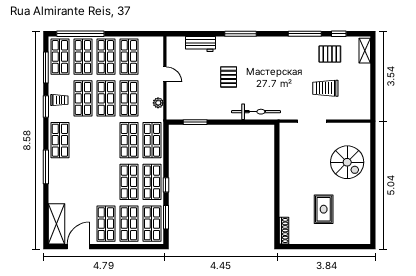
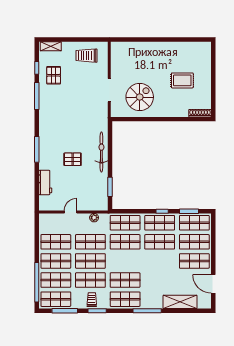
trolley: (325, 88) -> (87, 56), moved, turned 90
bicycle: (256, 112) -> (101, 152), moved
shop shelf: (83, 140) -> (125, 280), added
spiral stairs: (347, 162) -> (140, 97), moved
shelving: (57, 224) -> (180, 302), moved

